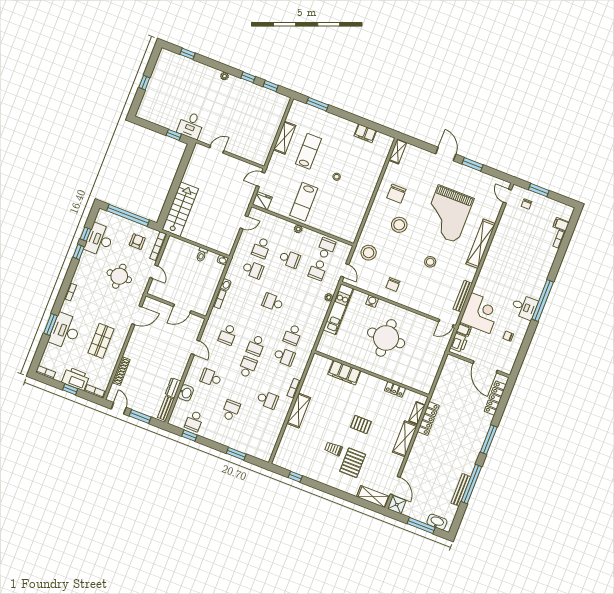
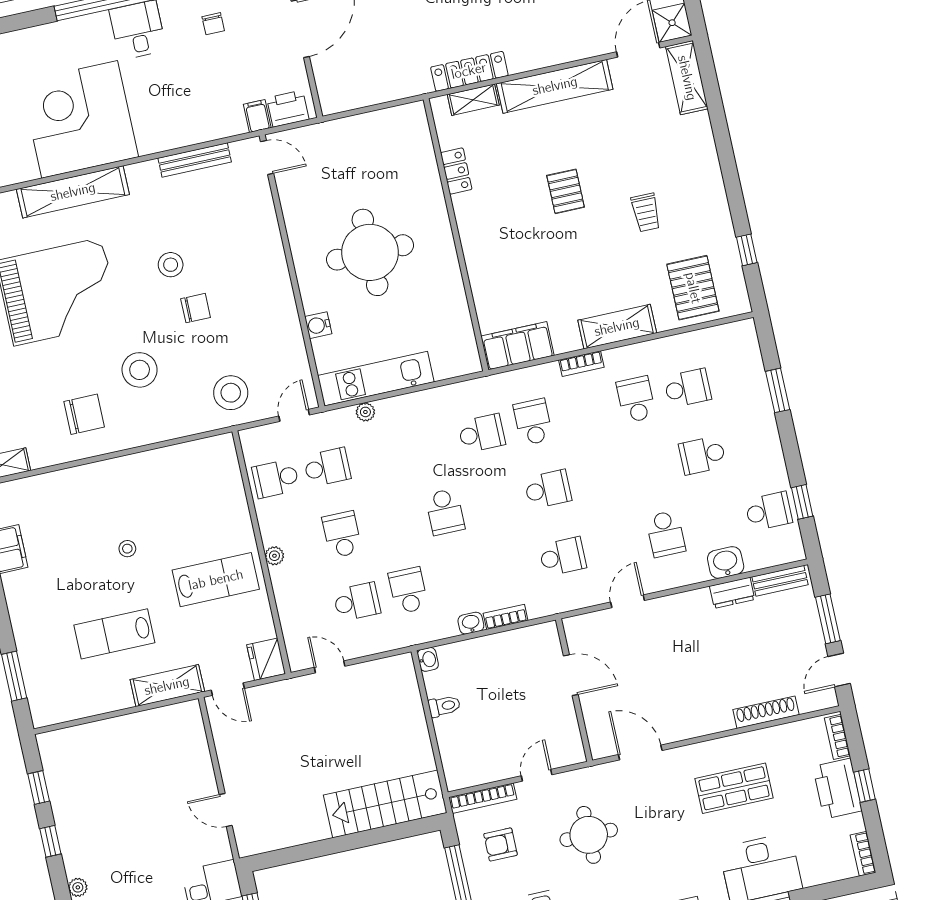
shelving: (285, 138) -> (167, 686), moved
chair: (393, 284) -> (196, 308), moved
corner desk: (480, 313) -> (80, 119), moved, width x1.36, depth x1.36
school desk: (248, 367) -> (688, 388), moved, turned 180
filing cabinet: (344, 373) -> (518, 346), moved, turned -90
shelving: (405, 439) -> (555, 86), width x1.47
pallet: (353, 463) -> (693, 288), moved, turned 90

